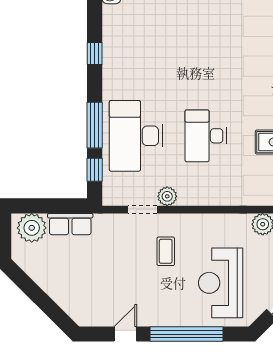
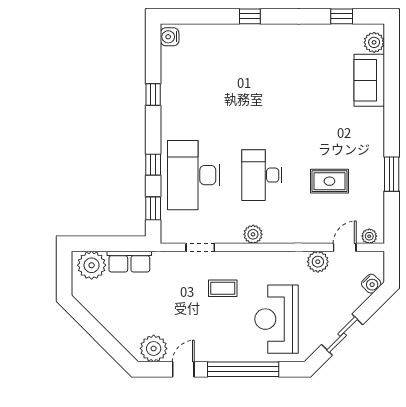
window: (95, 125) -> (153, 165), width x0.46
plant: (167, 196) -> (253, 234), moved
coffee table: (166, 251) -> (223, 288), turned 90
plant: (95, 313) -> (154, 348), added

